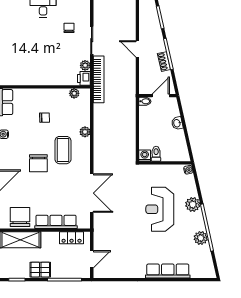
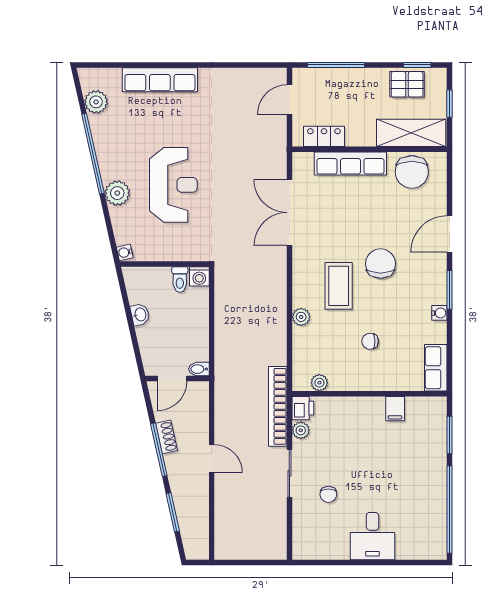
filing cabinet: (30, 78) -> (395, 409), added
washbasin: (177, 123) -> (140, 315), moved
plant: (201, 238) -> (96, 102), moved
pallet: (40, 270) -> (407, 84), moved

